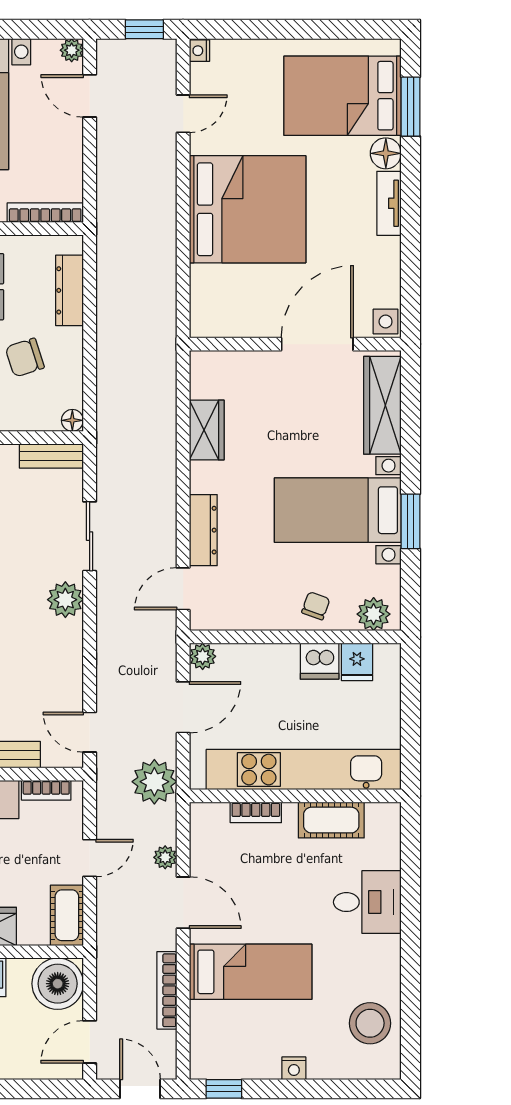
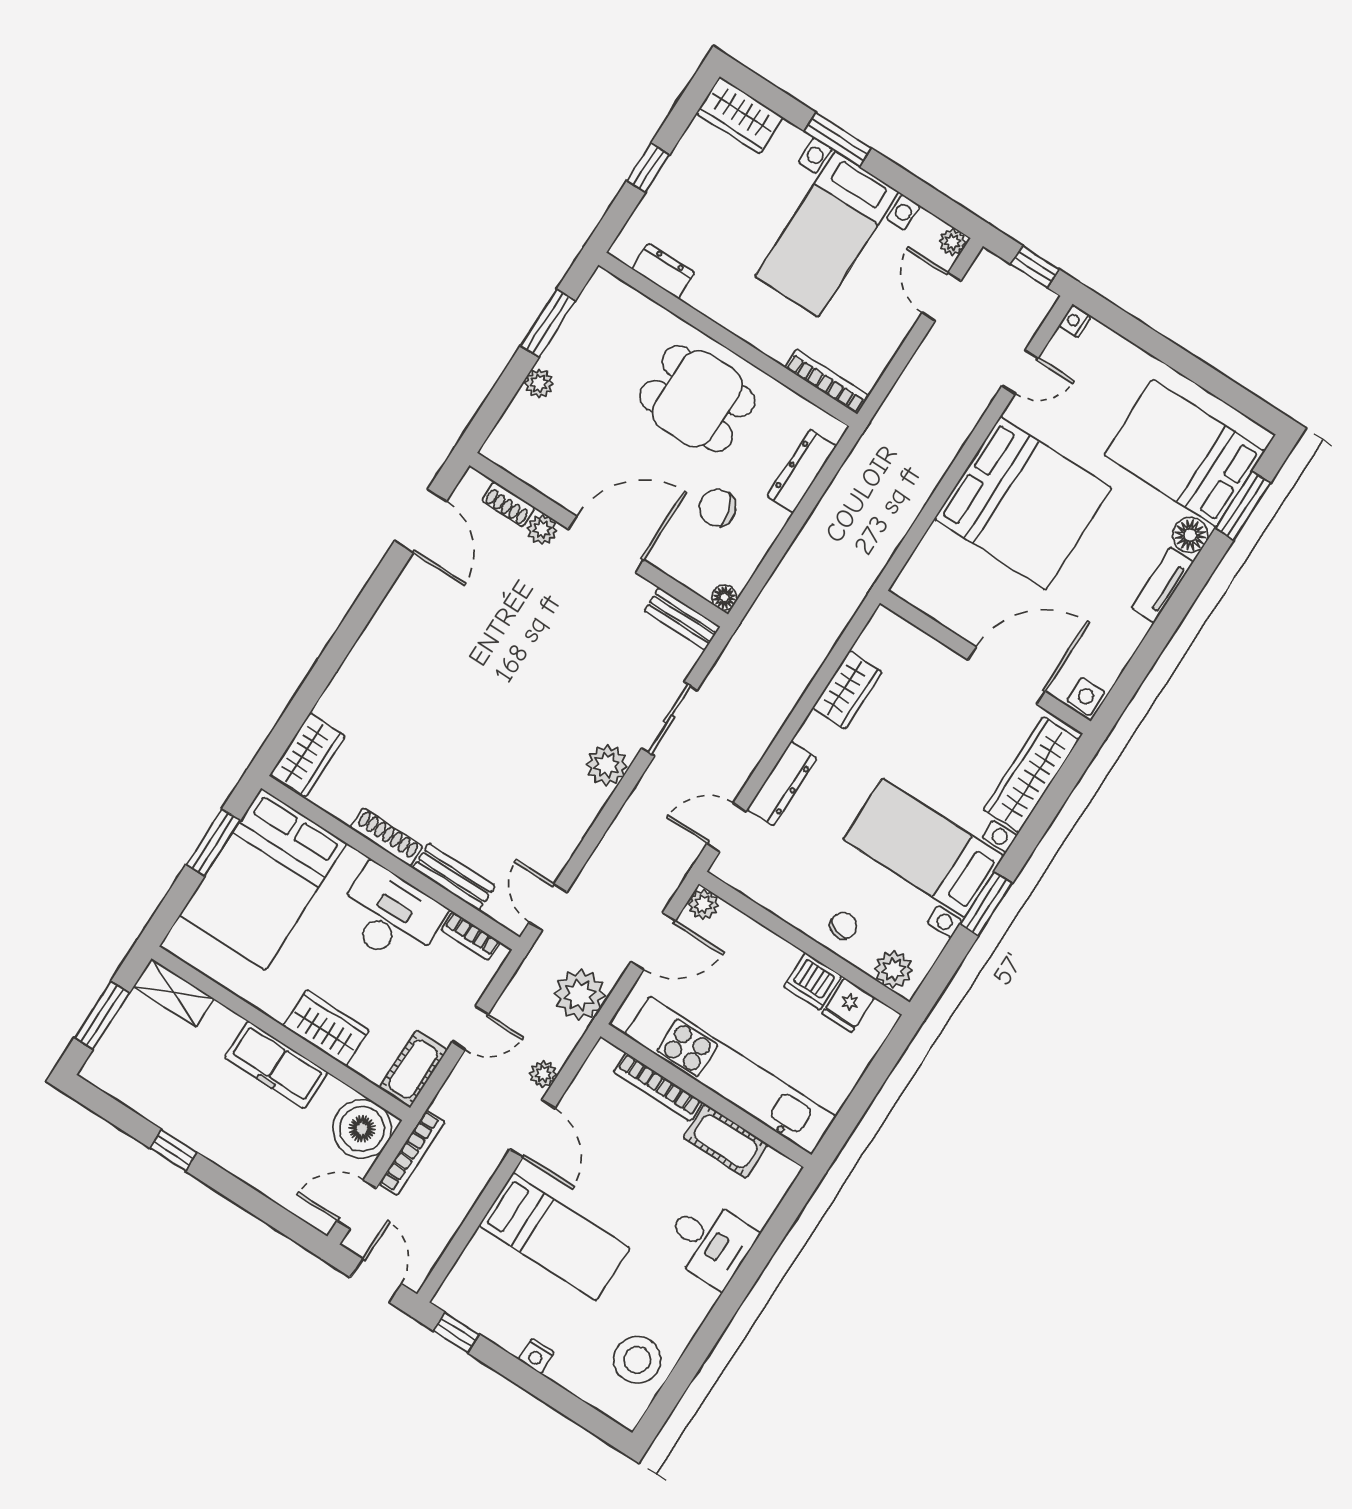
bookcase: (256, 812) -> (658, 1087), width x1.56
bookcase: (167, 990) -> (412, 1153), moved, turned 180

